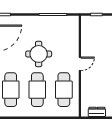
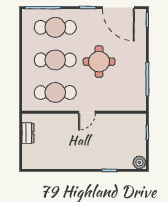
door: (80, 64) -> (87, 112), hinge flipped

